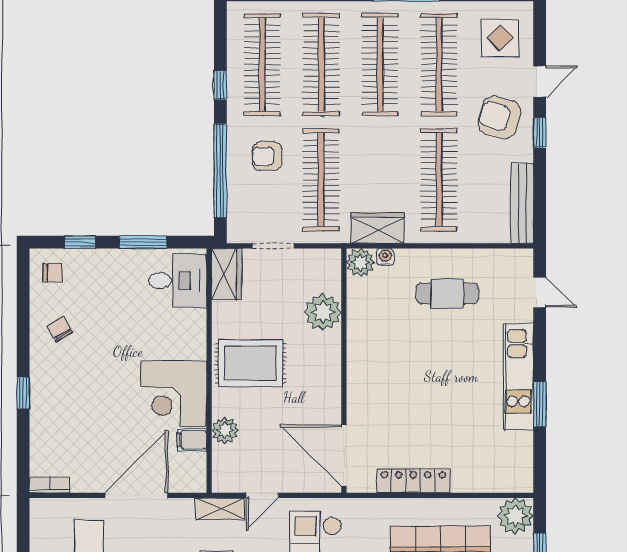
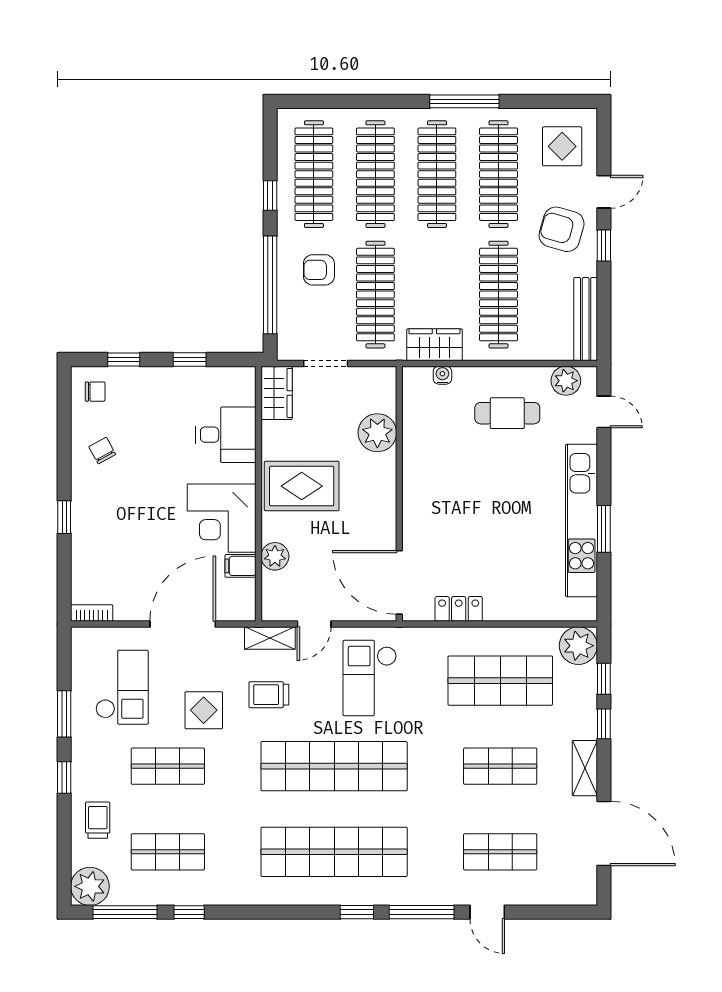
window: (143, 242) -> (190, 359), width x0.67
plant: (360, 262) -> (566, 381), moved
desk: (178, 281) -> (226, 435), moved
kitchen unit: (518, 377) -> (582, 521), width x1.36
locker: (413, 481) -> (459, 609), width x0.66

